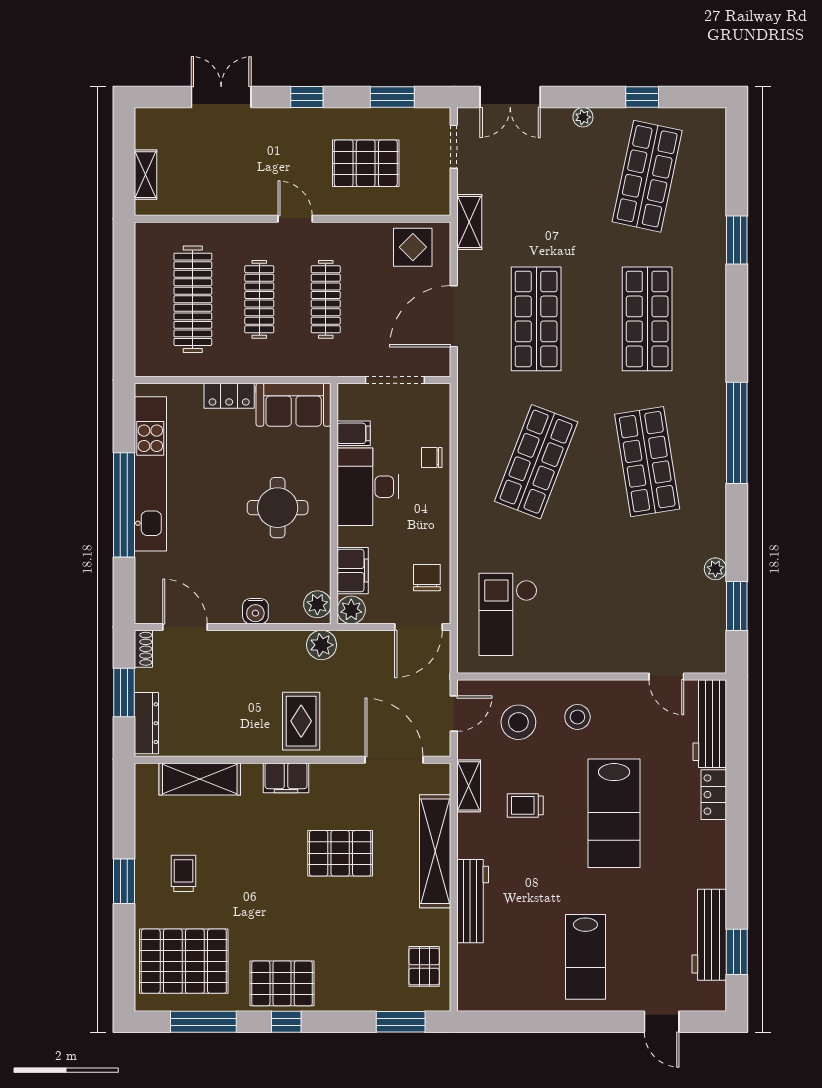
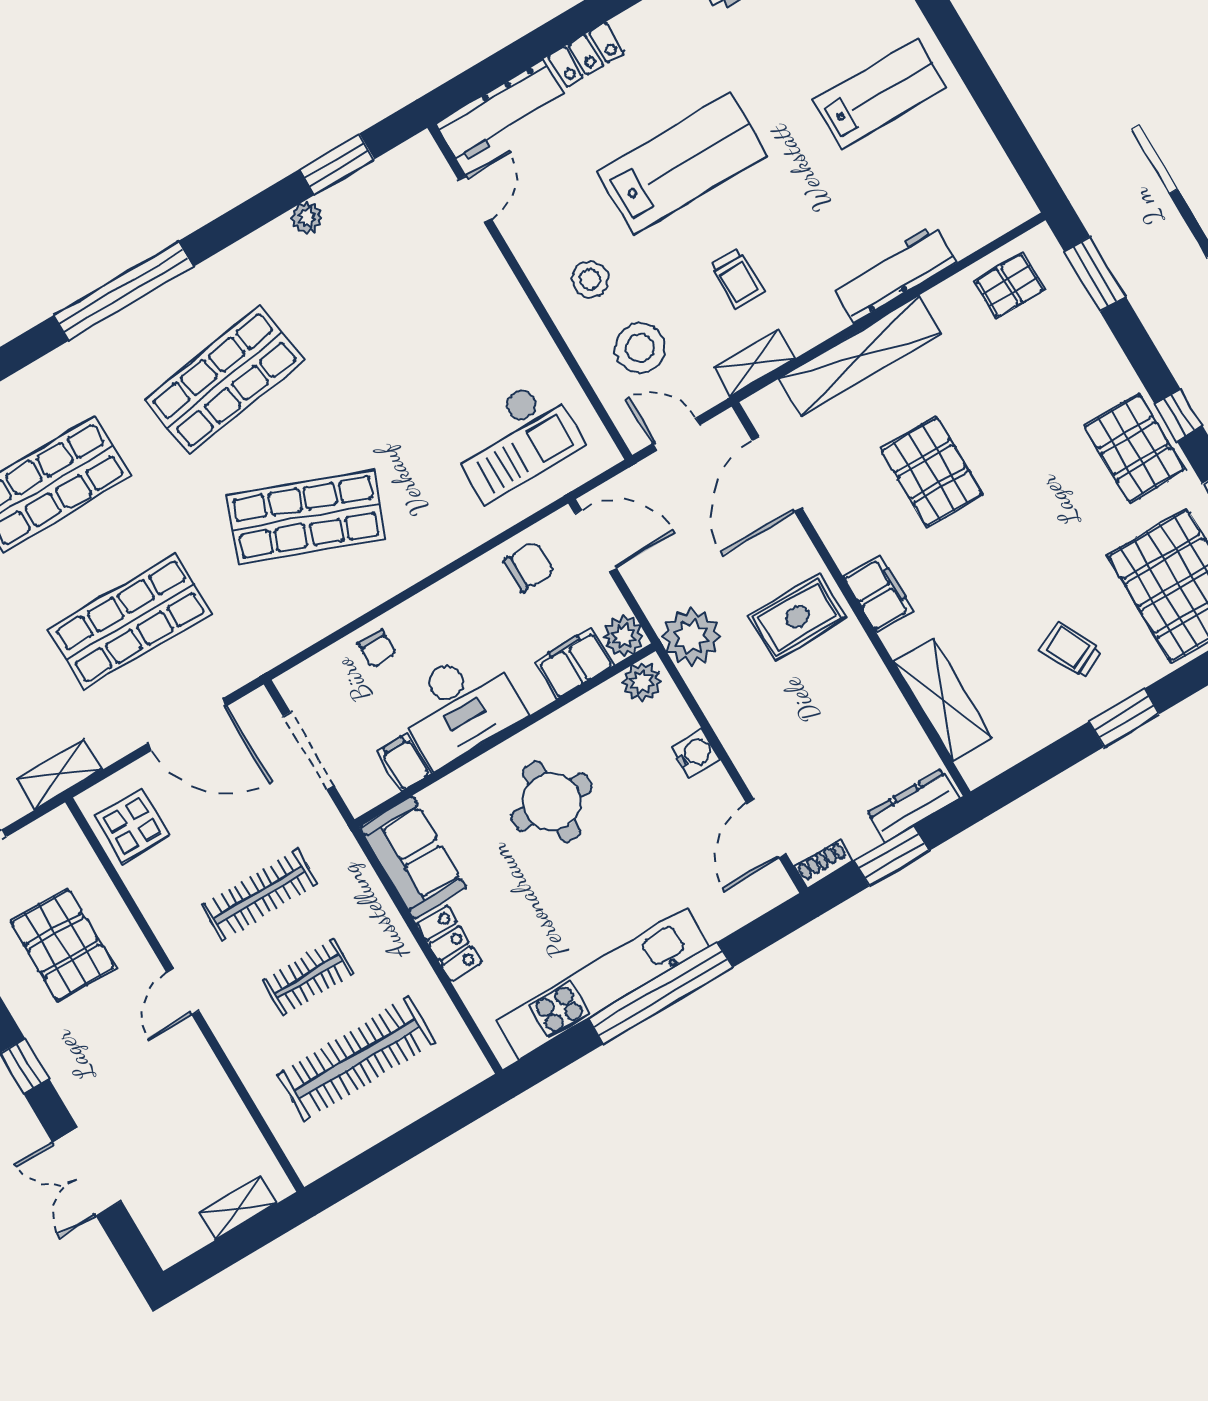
clothes rail: (259, 299) -> (308, 977), width x0.73
chair: (427, 578) -> (529, 567), turned 180
plant: (322, 645) -> (691, 637), width x1.36, depth x1.36
trolley: (184, 873) -> (1071, 650), turned 64

